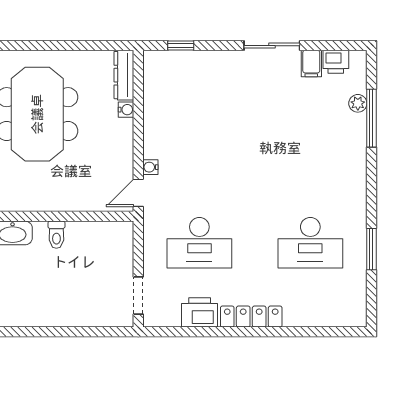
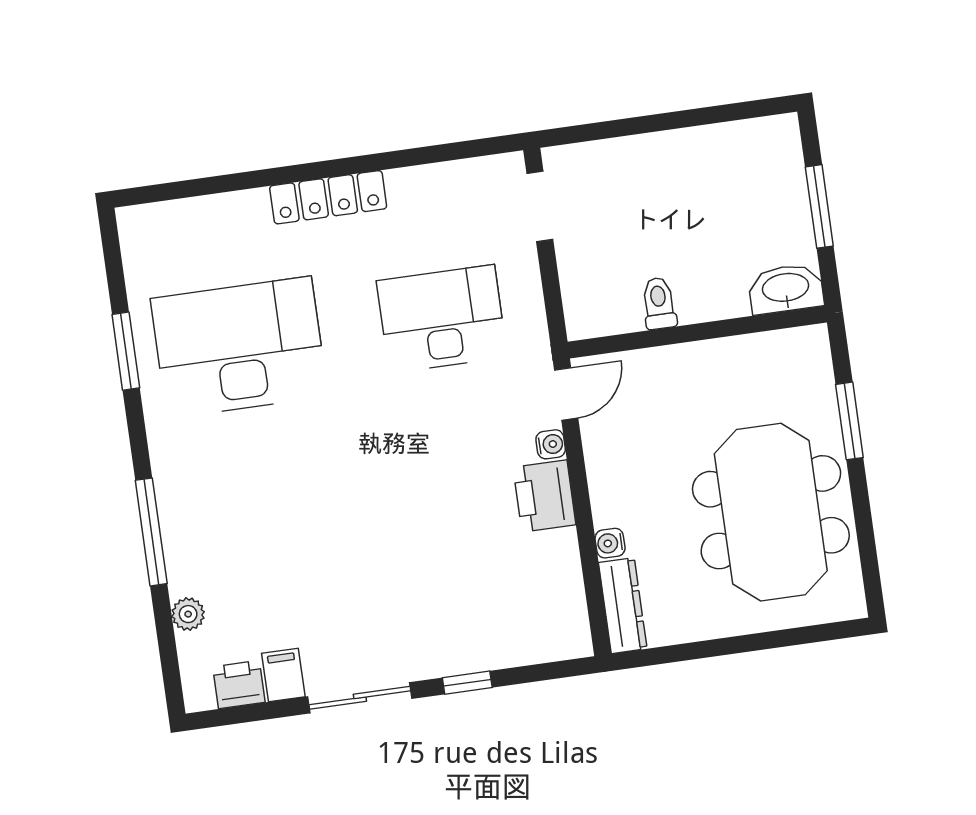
window: (181, 46) -> (467, 683), moved
window: (371, 118) -> (151, 532), moved
toilet: (56, 235) -> (659, 303), moved
desk: (310, 243) -> (239, 347), width x1.36, depth x1.30
printer: (200, 312) -> (544, 496), moved, turned 90

